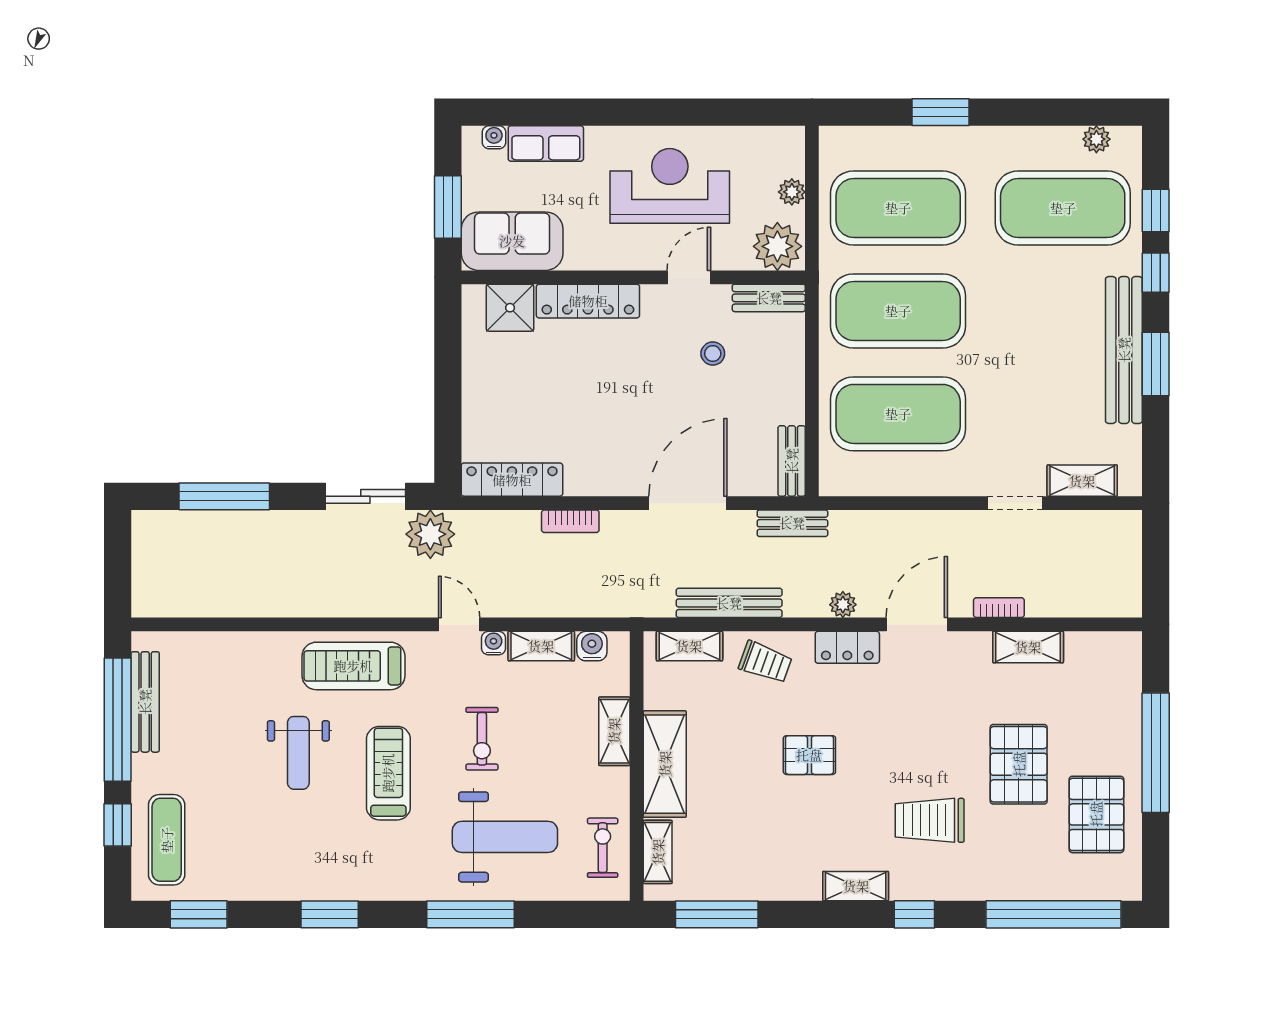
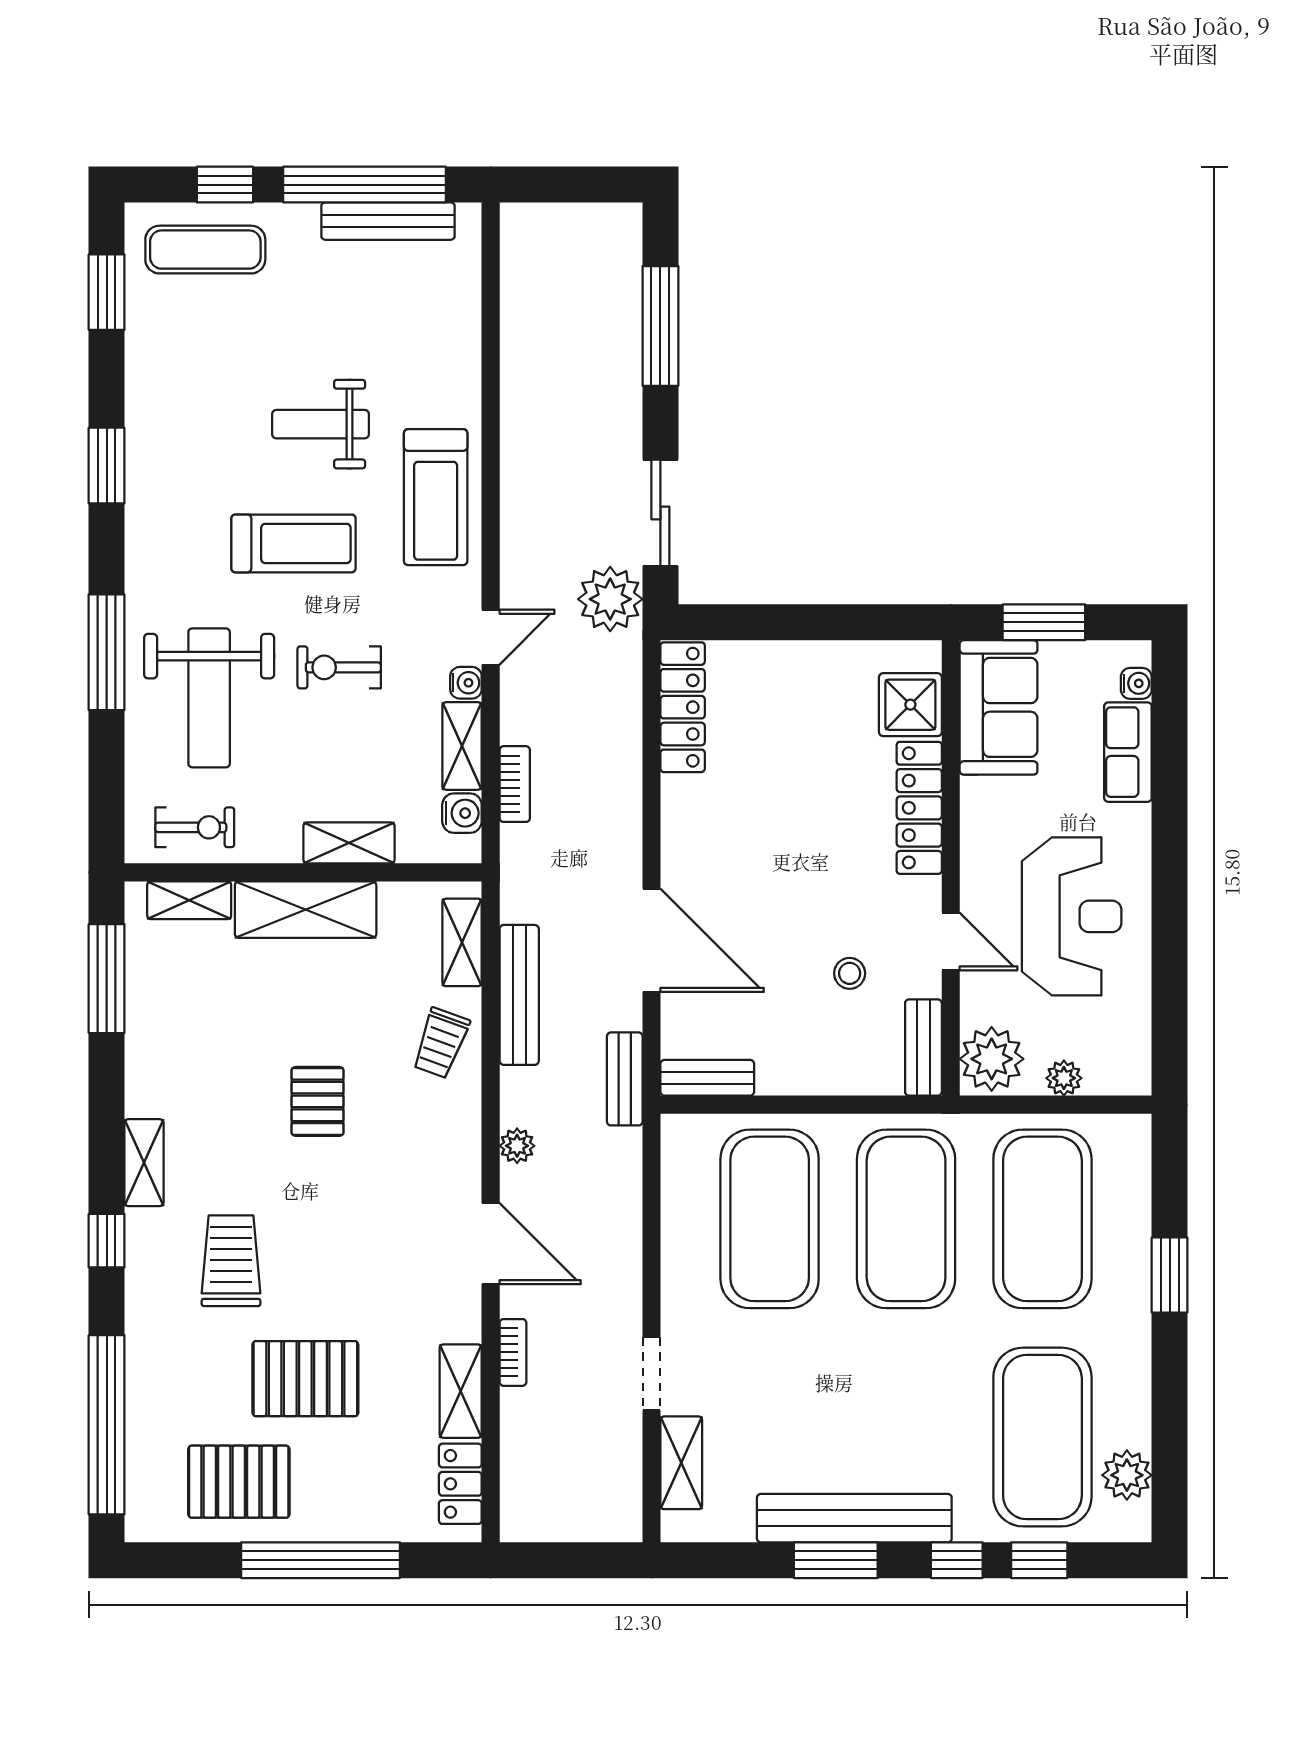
plant: (1096, 139) -> (1127, 1475), width x1.38, depth x1.38
bookcase: (570, 521) -> (515, 784), moved, turned 180
locker: (847, 647) -> (460, 1484), moved
treadmill: (353, 666) -> (436, 497), turned 180

